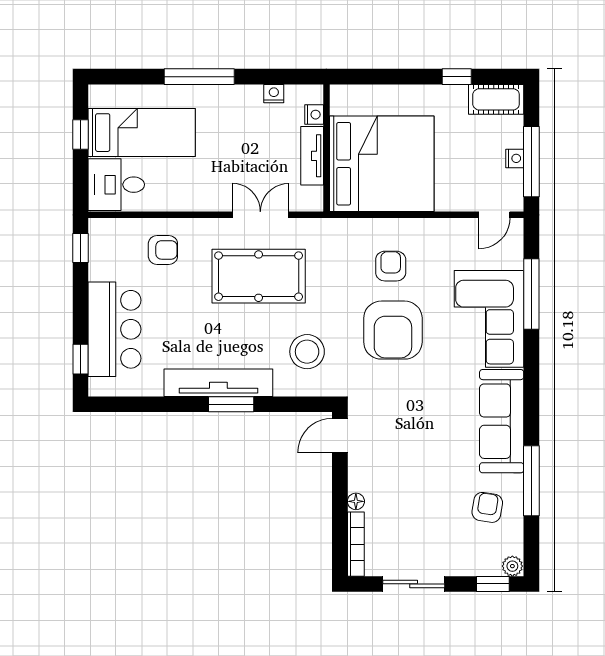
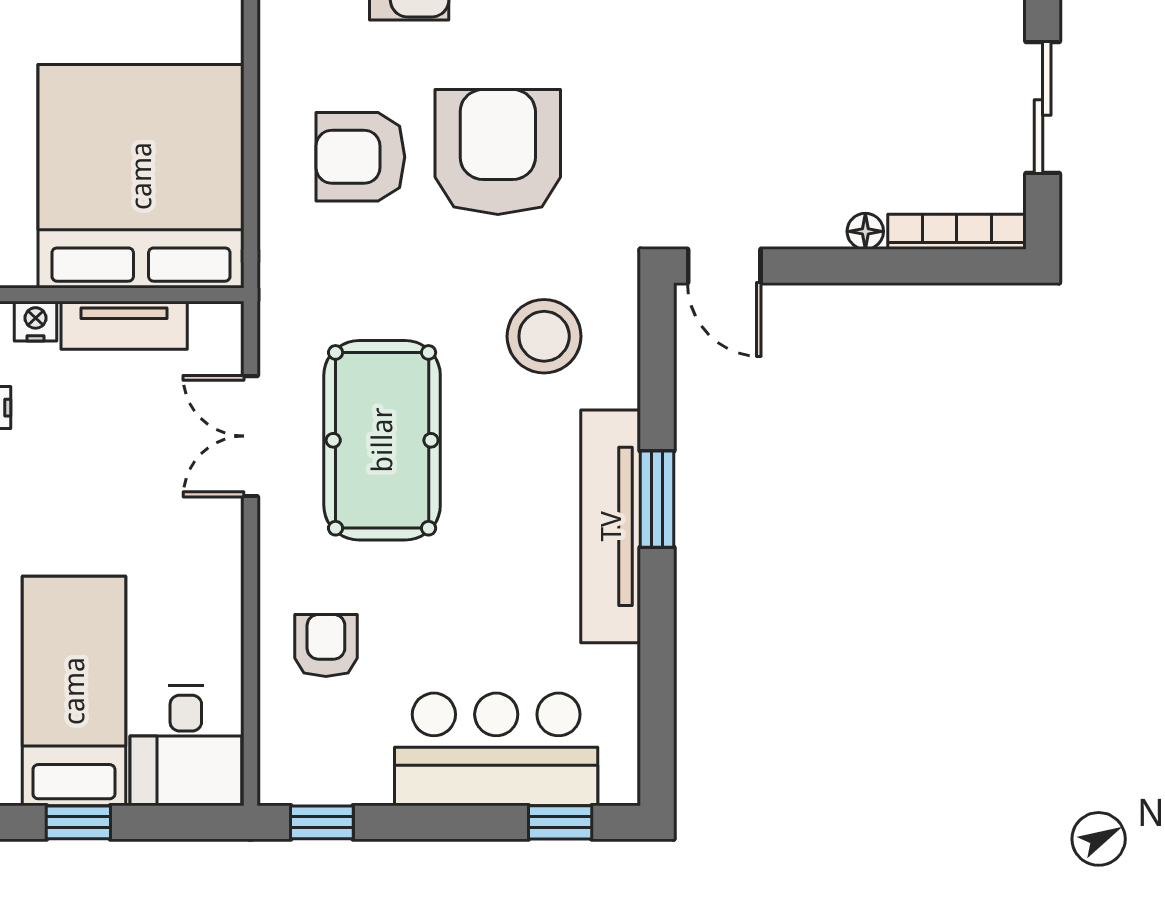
armchair: (391, 266) -> (360, 157), width x1.38, depth x1.38
armchair: (393, 330) -> (498, 152), turned -90

